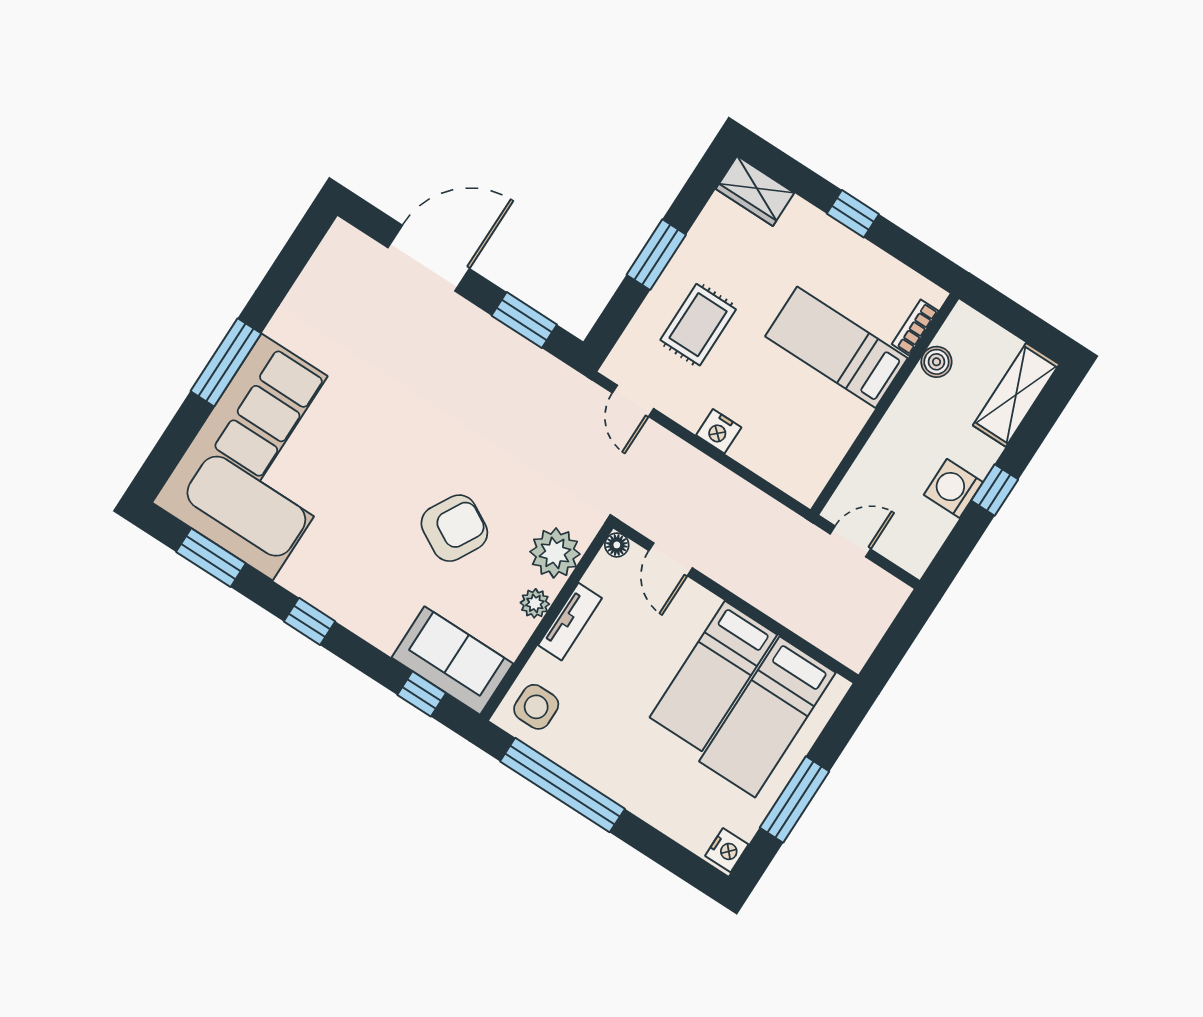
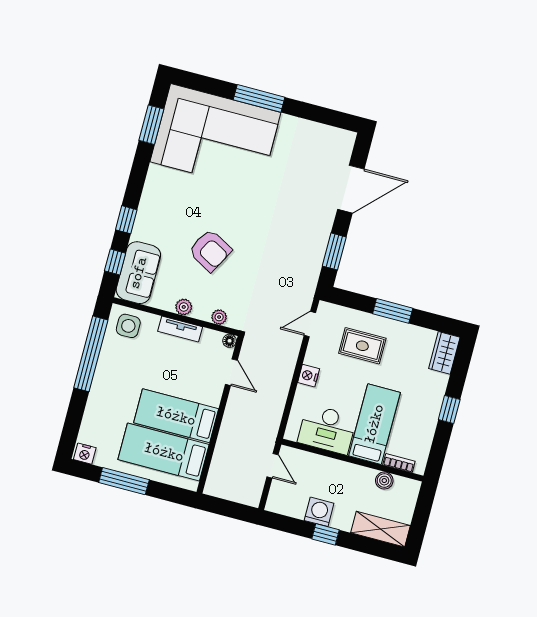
door: (429, 258) -> (351, 189), hinge flipped
desk: (819, 429) -> (327, 429), added
plant: (555, 553) -> (219, 317), width x0.53, depth x0.53
door: (671, 559) -> (231, 372), swing flipped
window: (310, 621) -> (126, 220), moved

